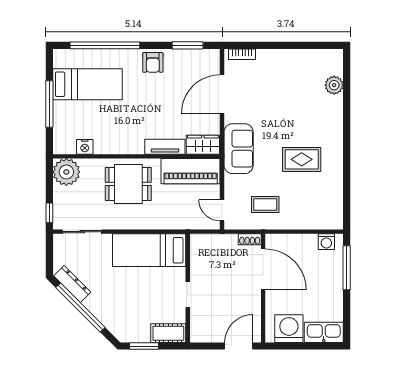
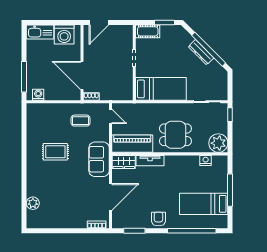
dresser: (72, 284) -> (201, 52), moved

